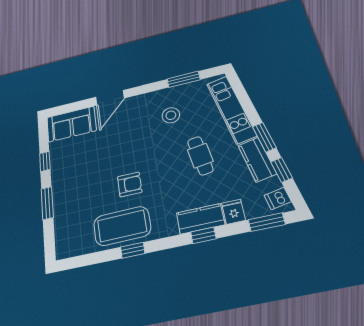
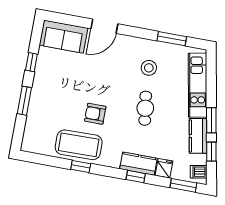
cafe table: (200, 156) -> (145, 108), moved
armchair: (130, 184) -> (95, 114), turned 180

